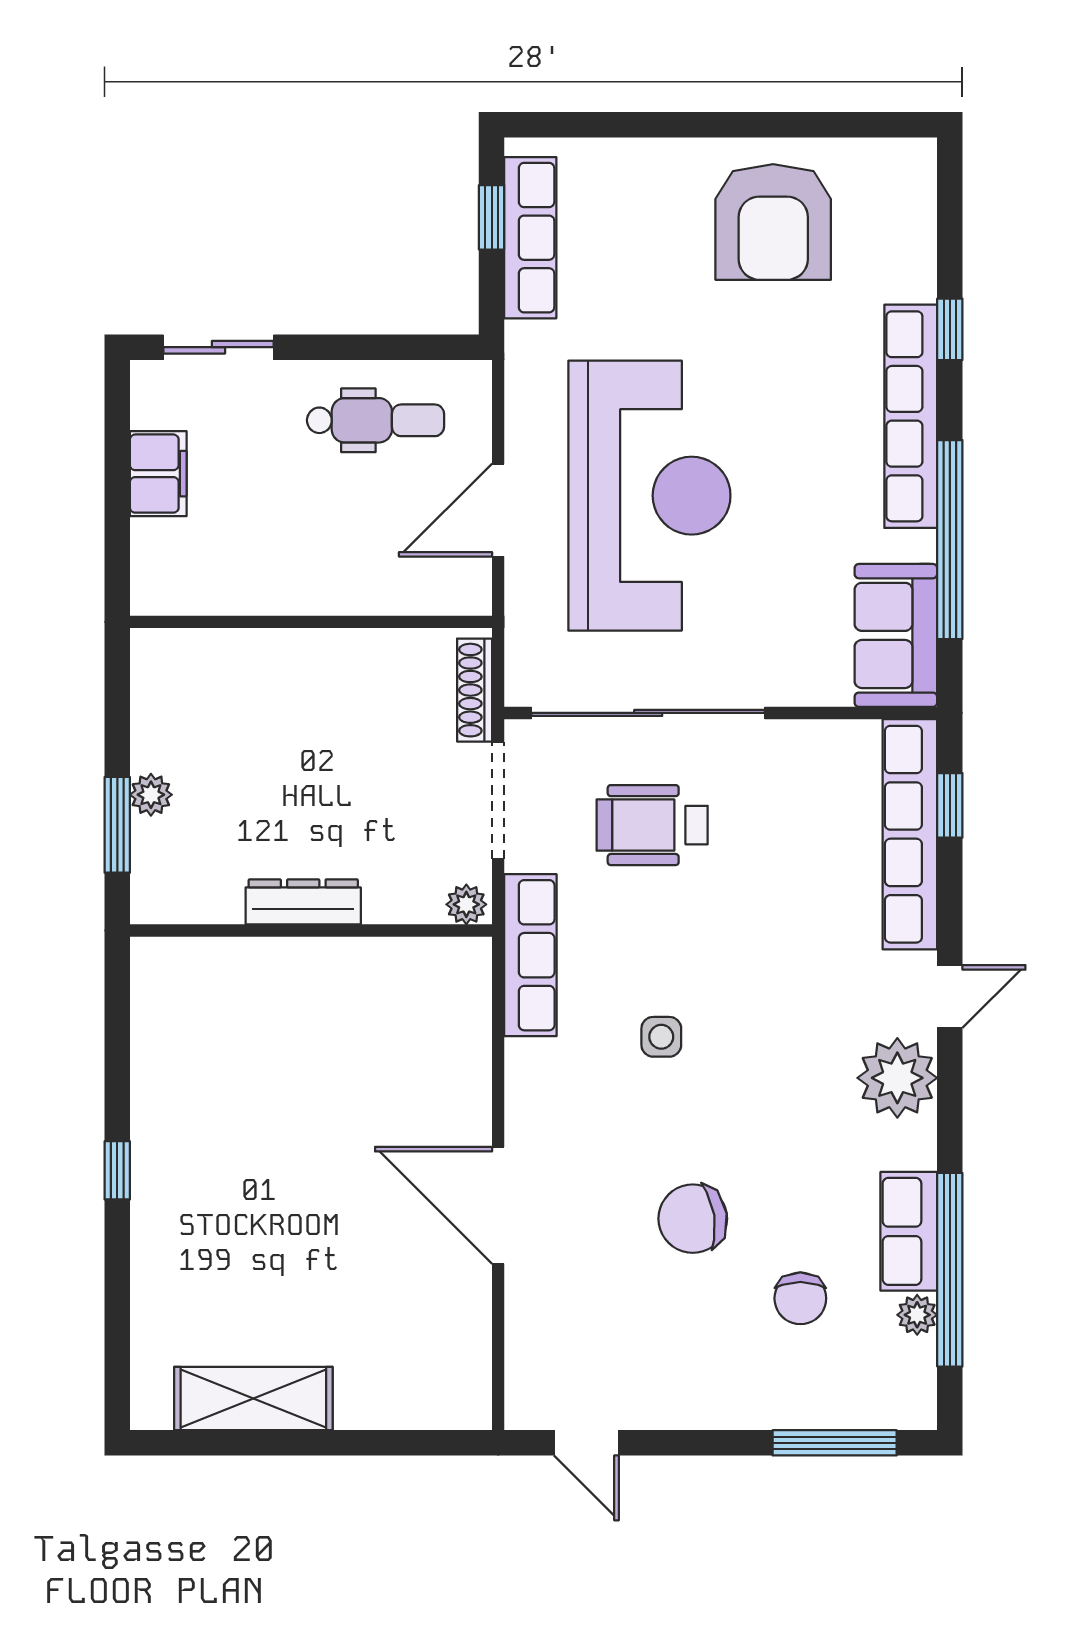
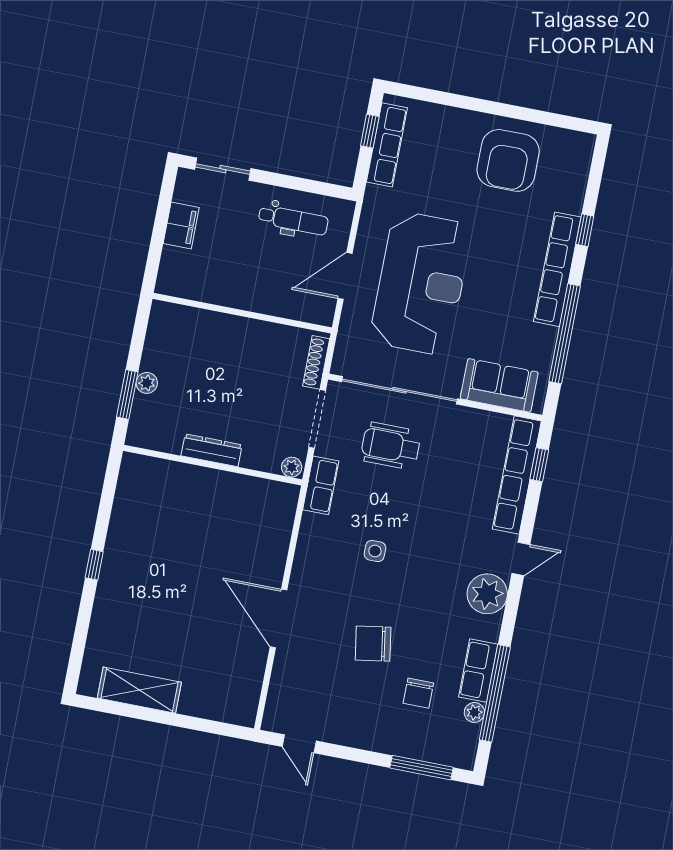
sofa: (896, 635) -> (499, 385), moved, turned 90
row of seats: (530, 955) -> (321, 485), width x0.68

